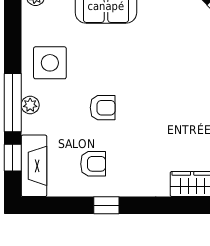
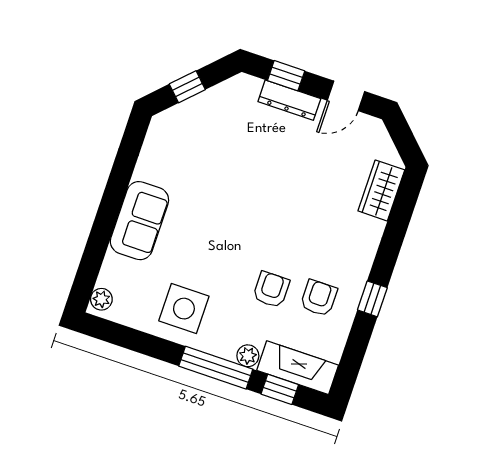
plant: (30, 105) -> (248, 356), moved
armchair: (103, 108) -> (271, 290), moved

